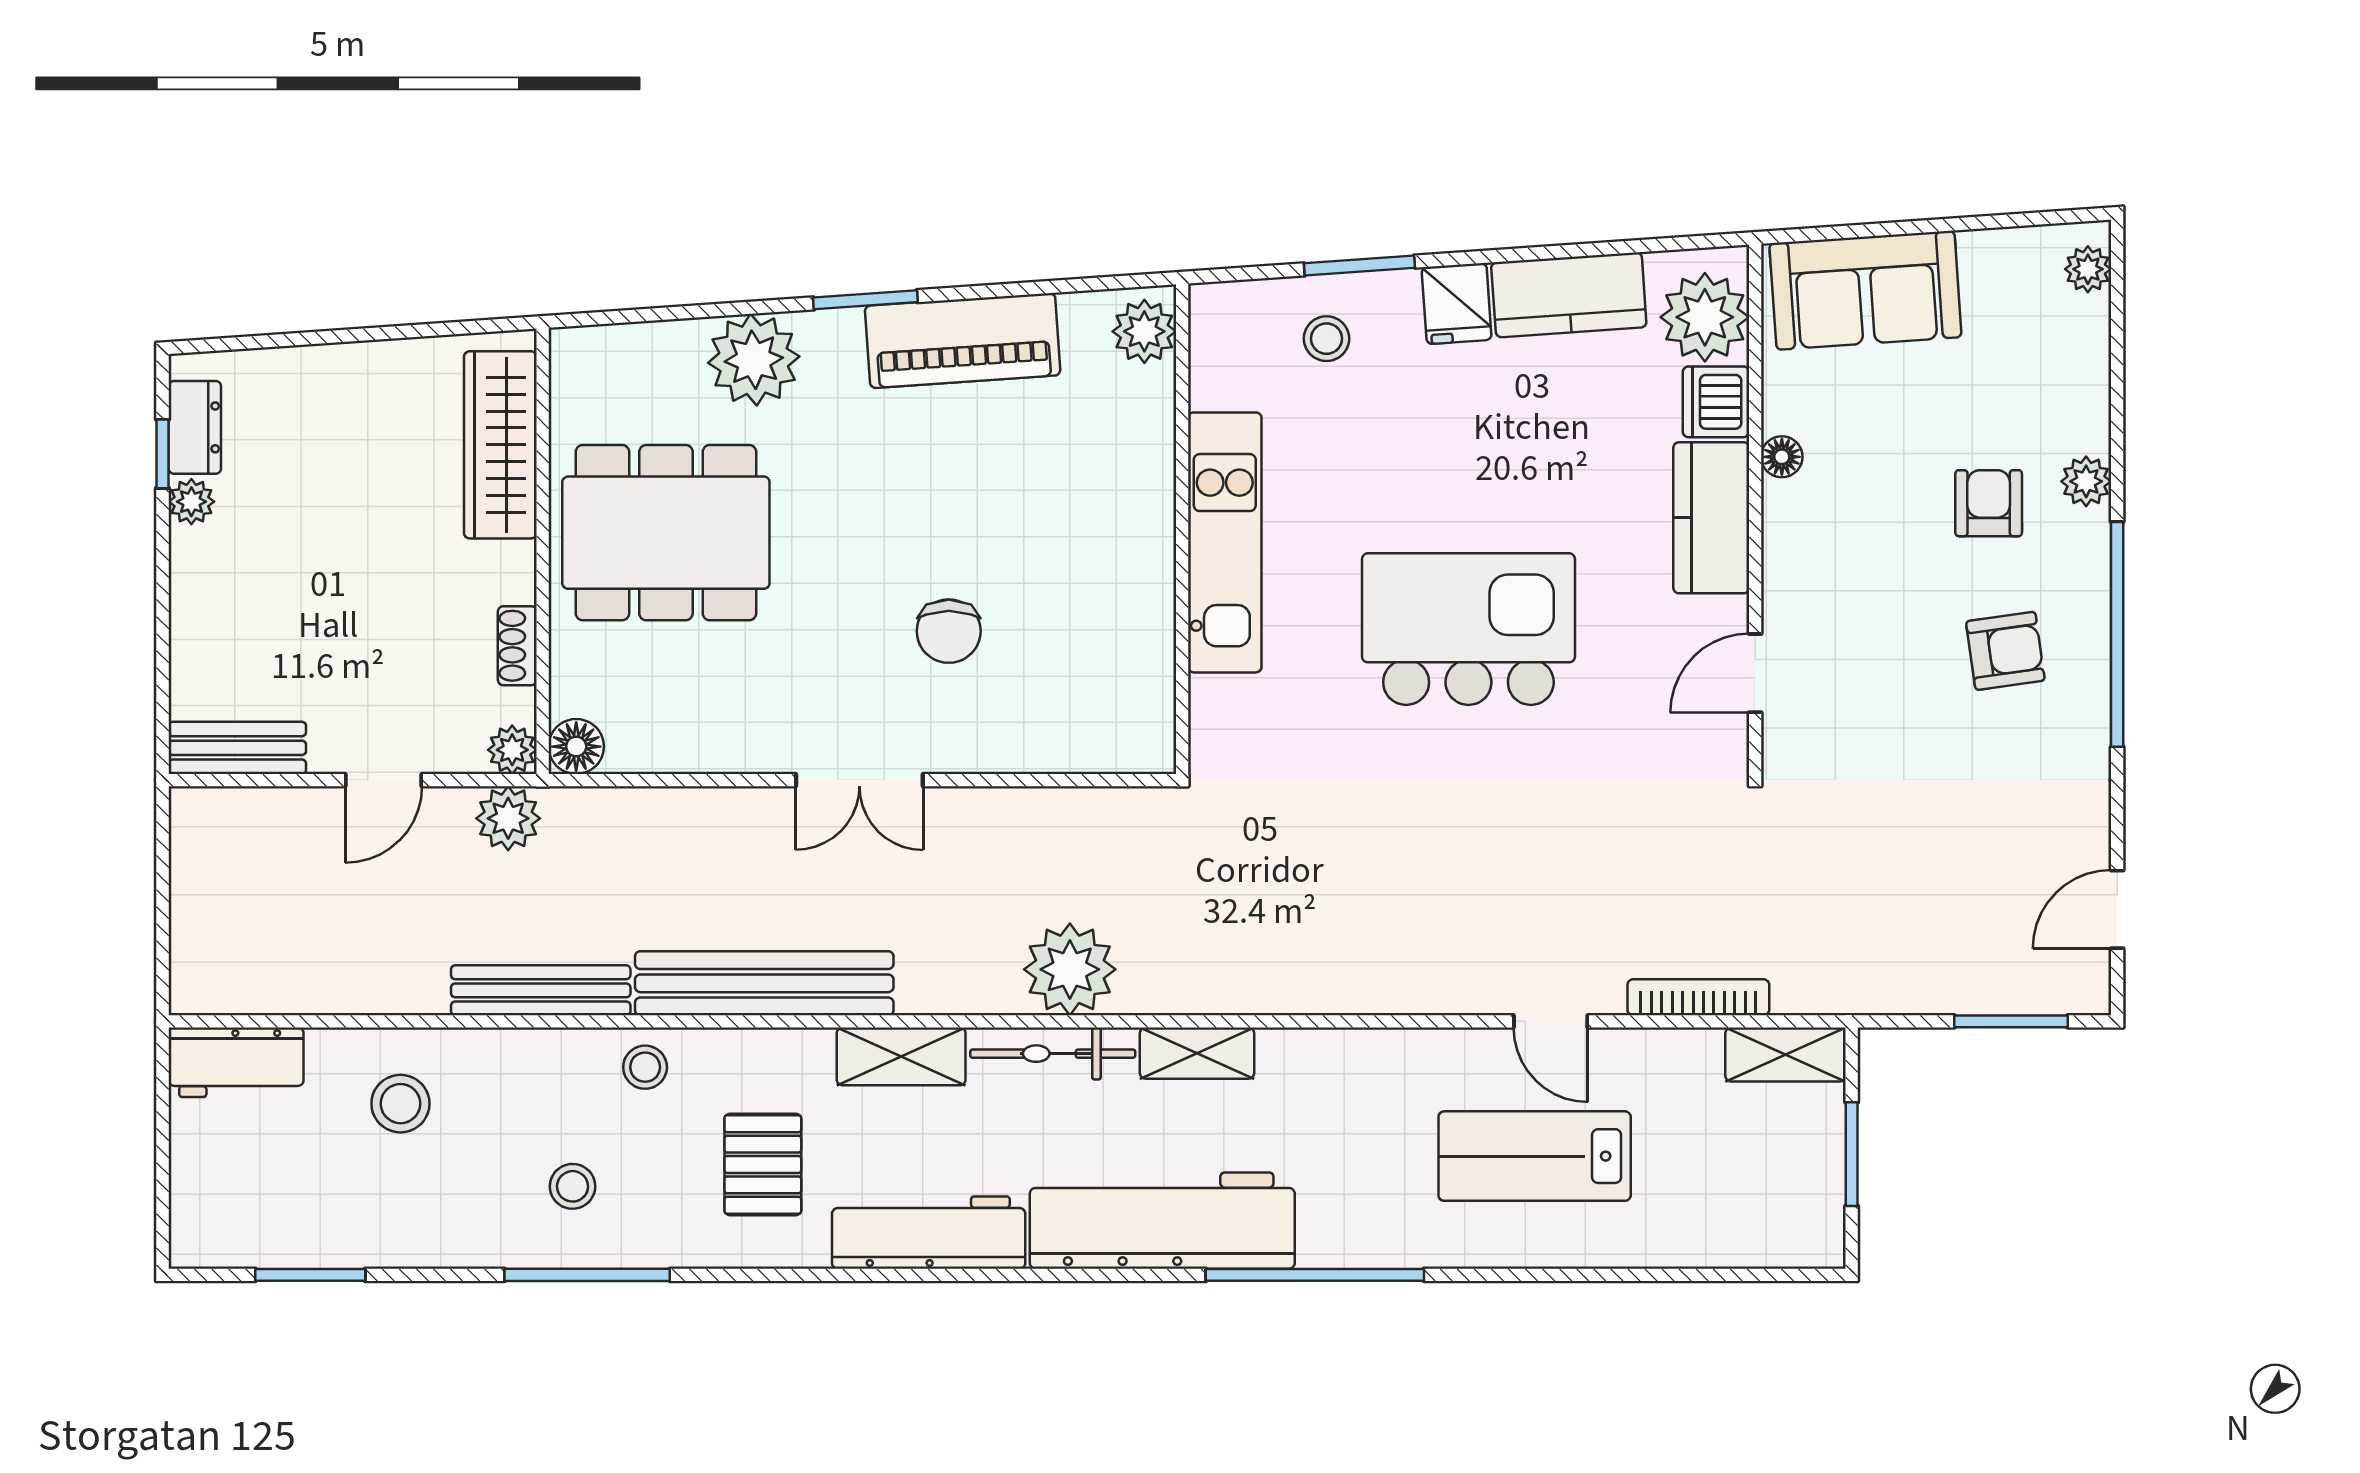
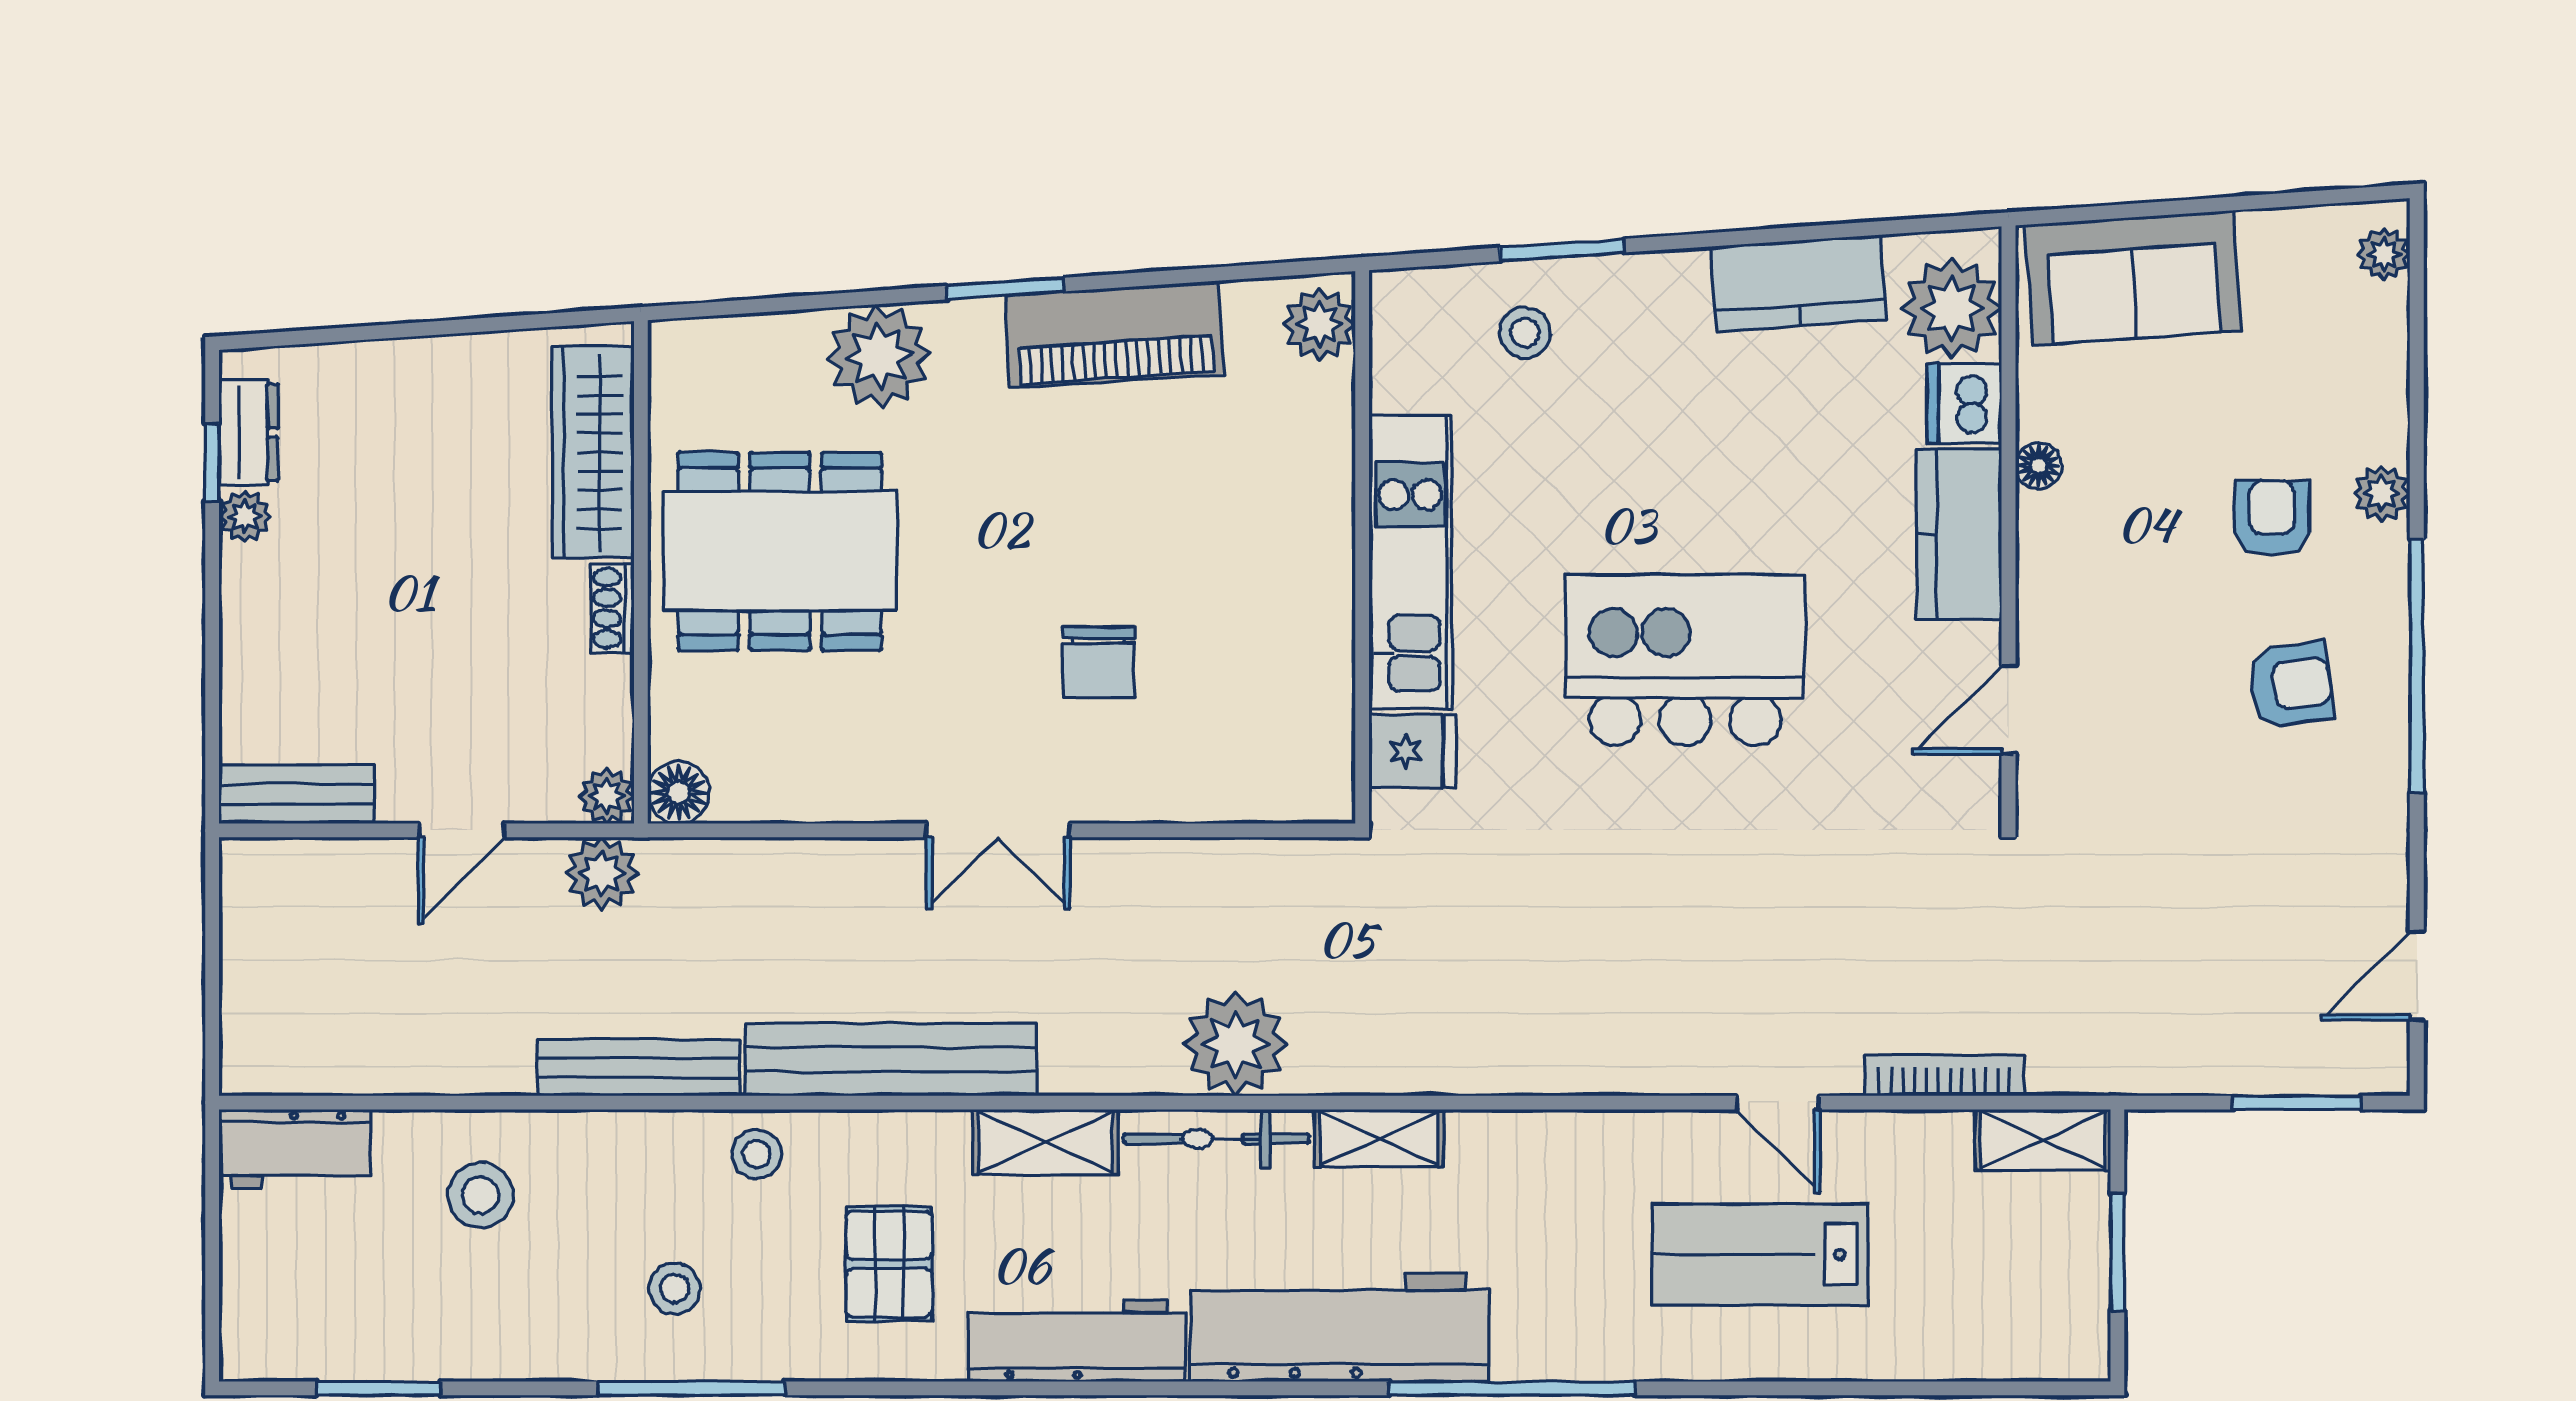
fridge: (1457, 304) -> (1412, 751), moved, turned -86
shoe rack: (517, 646) -> (612, 608), moved

